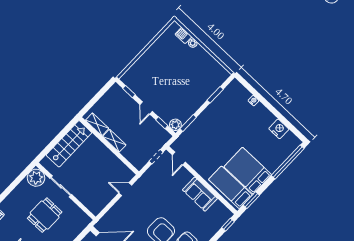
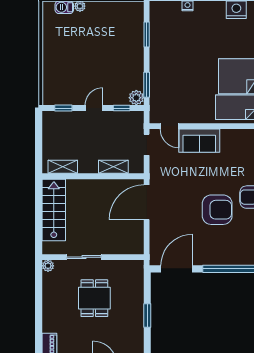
door: (146, 108) -> (94, 108), swing flipped
shelving: (114, 141) -> (113, 167), moved
plant: (36, 178) -> (48, 266), width x0.53, depth x0.53
door: (125, 189) -> (147, 202), width x1.87
sofa: (200, 194) -> (199, 141), moved

